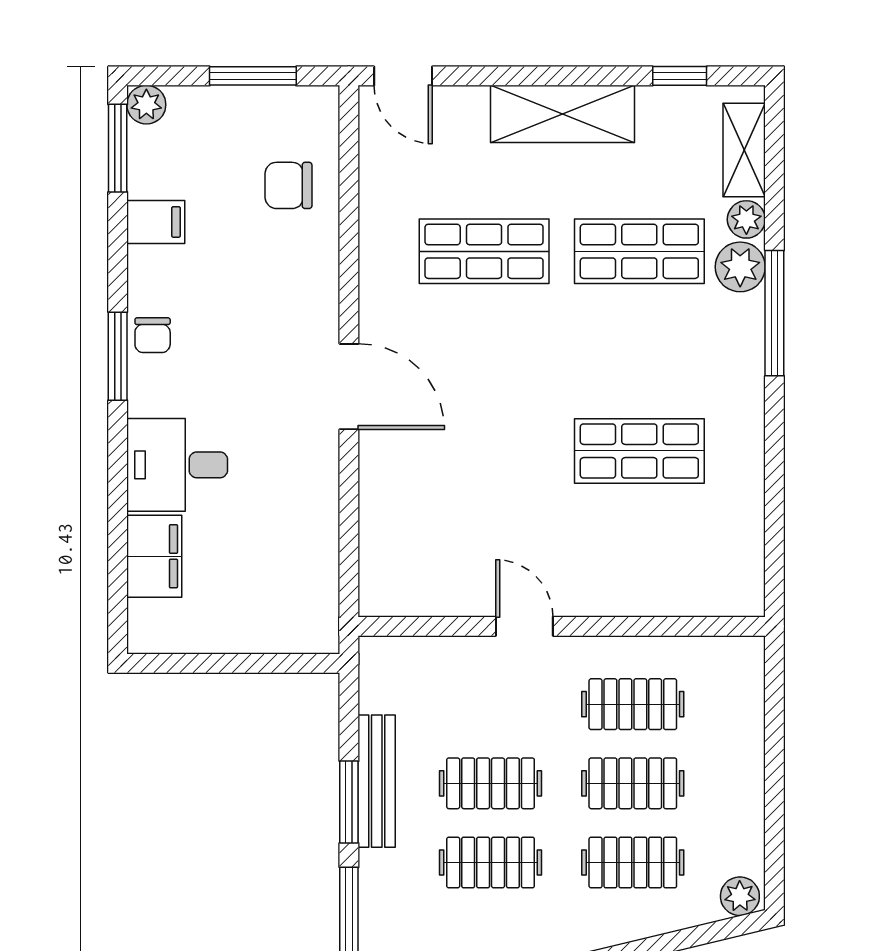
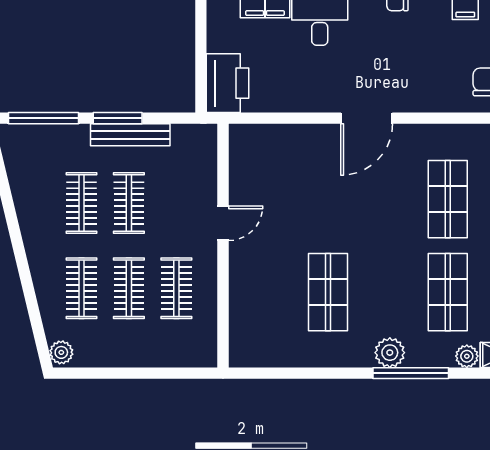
plant: (740, 267) -> (390, 353), moved
printer: (291, 619) -> (228, 83), added

